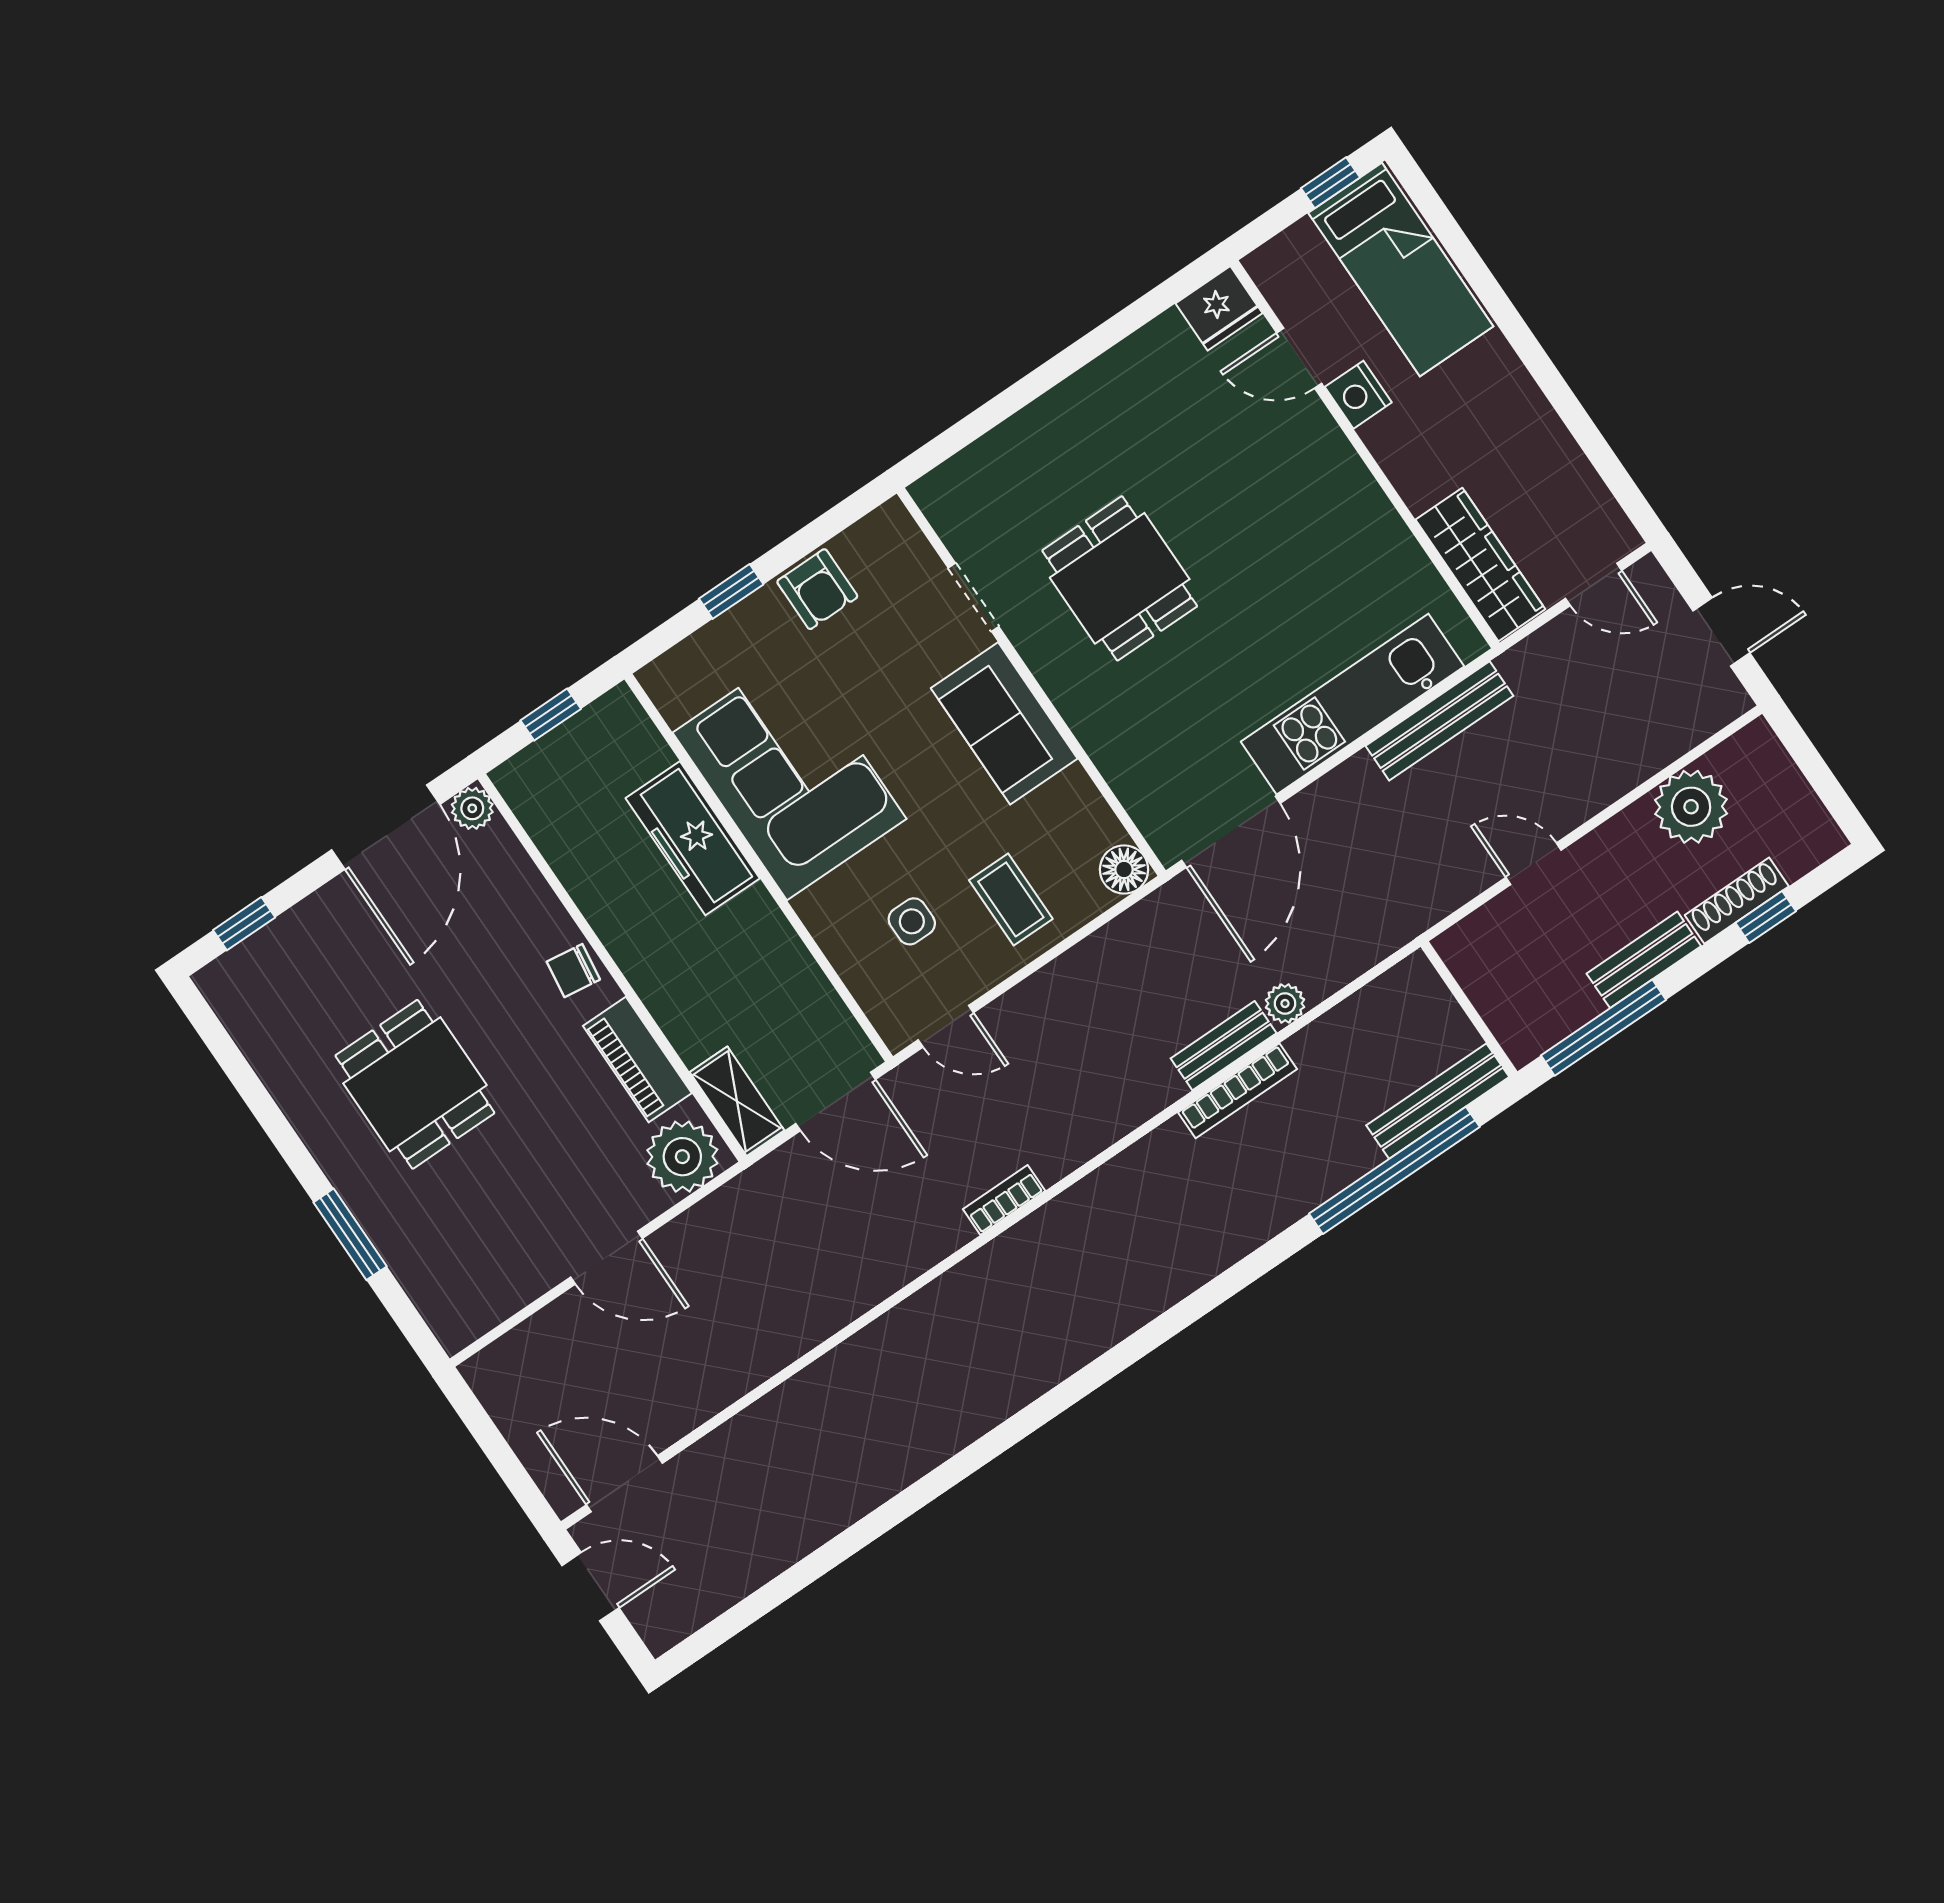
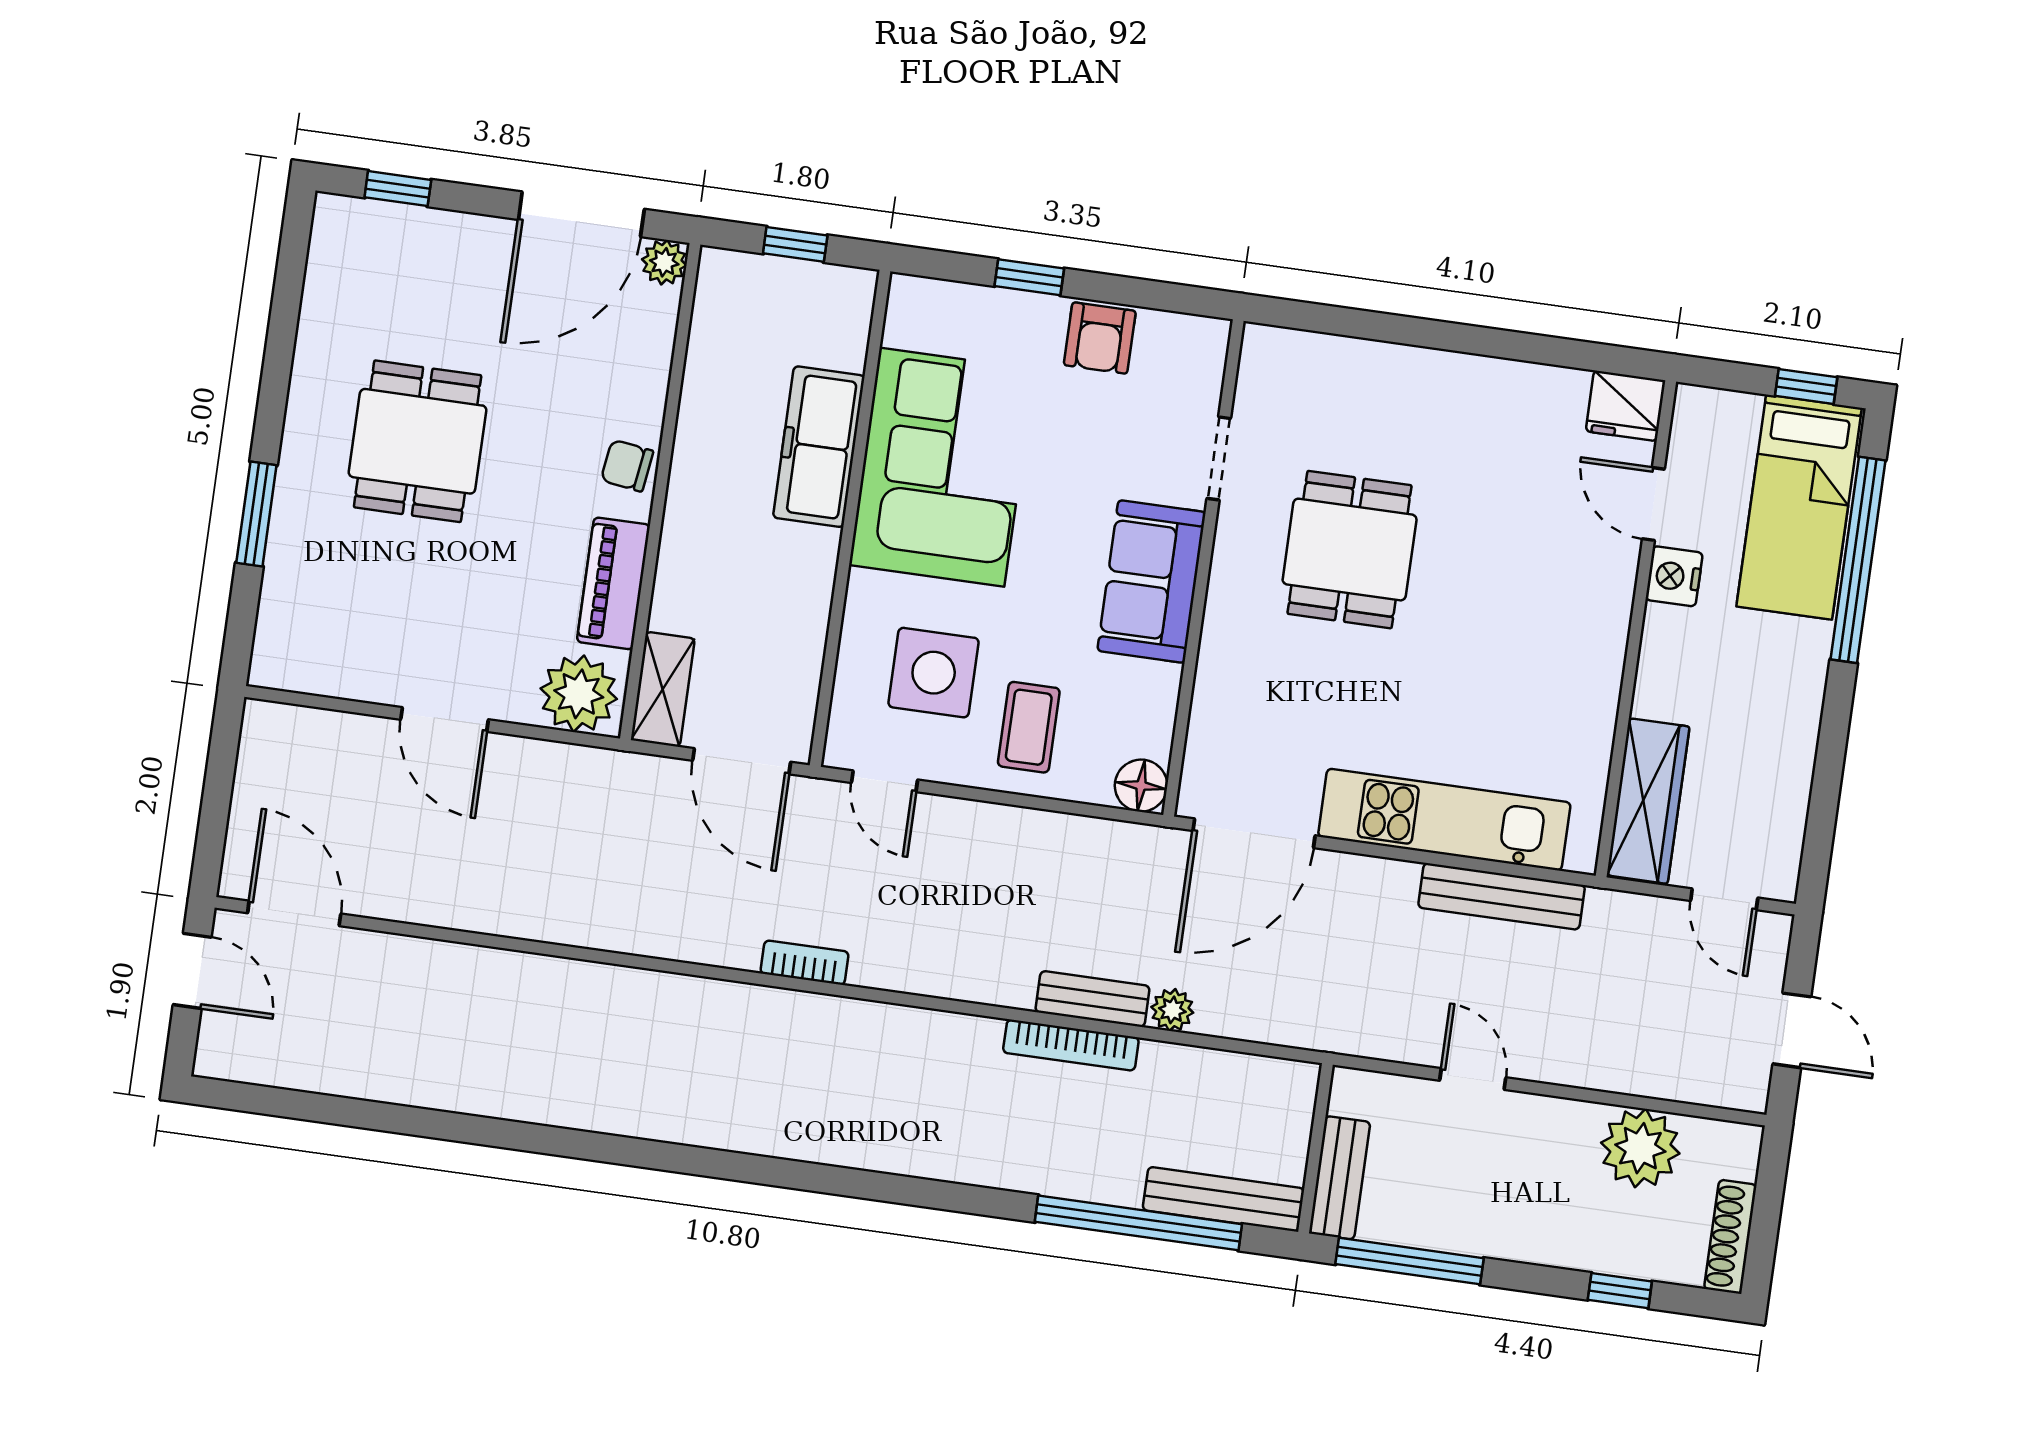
window: (1474, 269) -> (1858, 560), added
shoe rack: (1737, 901) -> (1730, 1237), moved, turned -90
side table: (912, 921) -> (934, 673), width x1.87, depth x1.87
bench: (1644, 960) -> (1340, 1178), moved, turned 90

